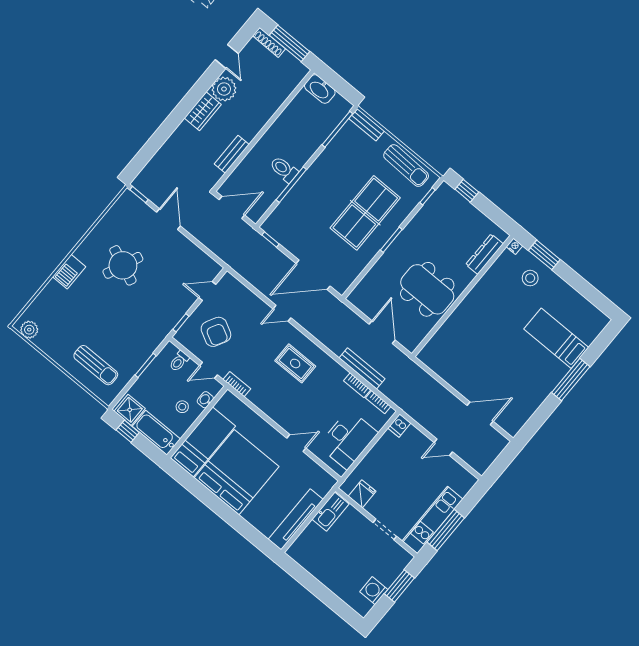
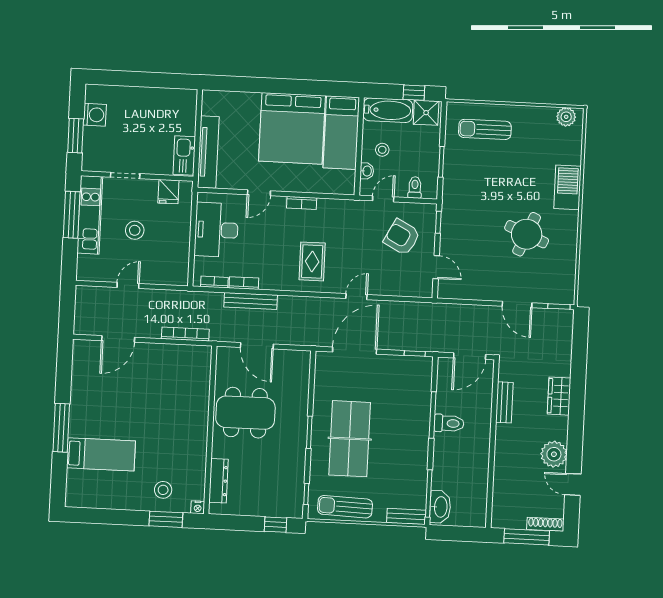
washbasin: (320, 89) -> (440, 507), moved, turned 90
wardrobe: (203, 111) -> (559, 396), moved
barbecue: (69, 272) -> (568, 187), width x1.37, depth x1.21
door: (207, 291) -> (436, 267), hinge flipped
rug: (295, 363) -> (312, 261), turned 90
bookcase: (428, 380) -> (185, 334), added
bookcase: (237, 384) -> (302, 203), moved
dishwasher: (399, 425) -> (181, 276), removed
stool: (408, 484) -> (135, 230), added
tv unit: (296, 519) -> (208, 152), moved

